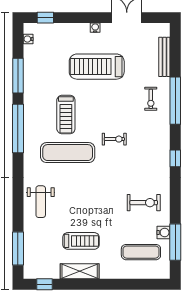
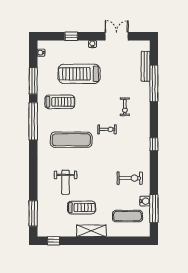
window: (45, 18) -> (71, 36), moved
treadmill: (97, 67) -> (79, 74), moved
exercise bike: (151, 99) -> (125, 107), moved
window: (175, 101) -> (154, 83), moved
treadmill: (66, 114) -> (60, 102), moved, turned -90
weight bench: (41, 202) -> (66, 182), moved
shelving: (80, 271) -> (91, 231), moved

